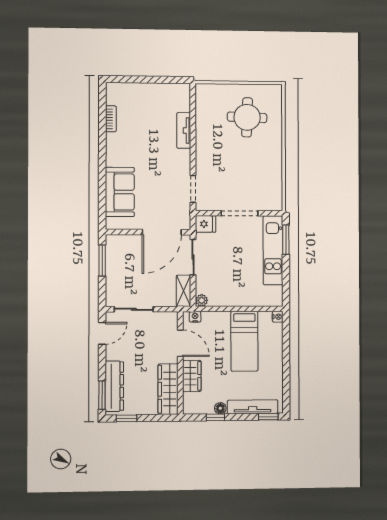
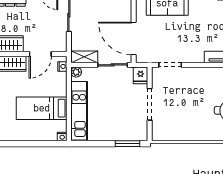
kitchen unit: (273, 250) -> (79, 111), moved, turned 90

